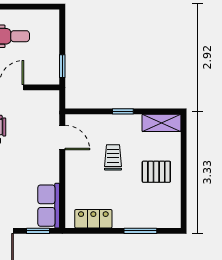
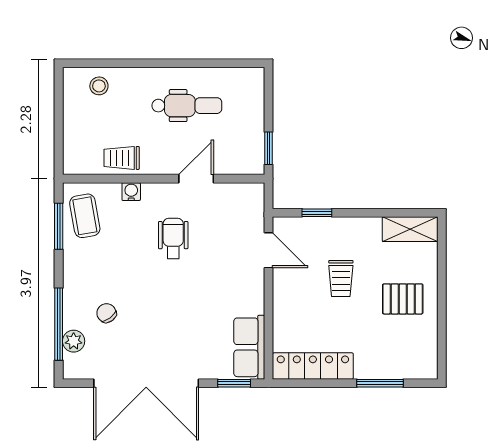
window: (123, 111) -> (317, 213), moved
trolley: (113, 157) -> (341, 278), turned 180
locker: (93, 219) -> (313, 366), width x1.53

